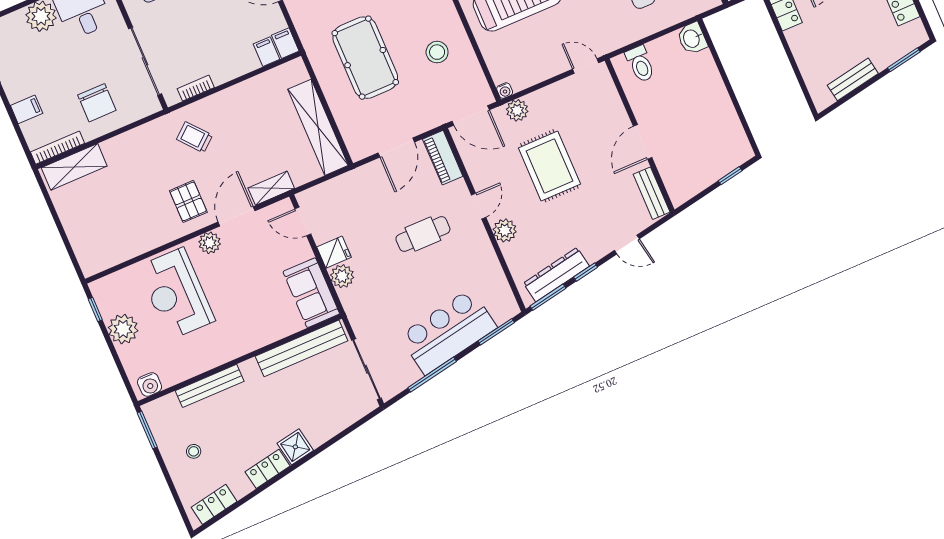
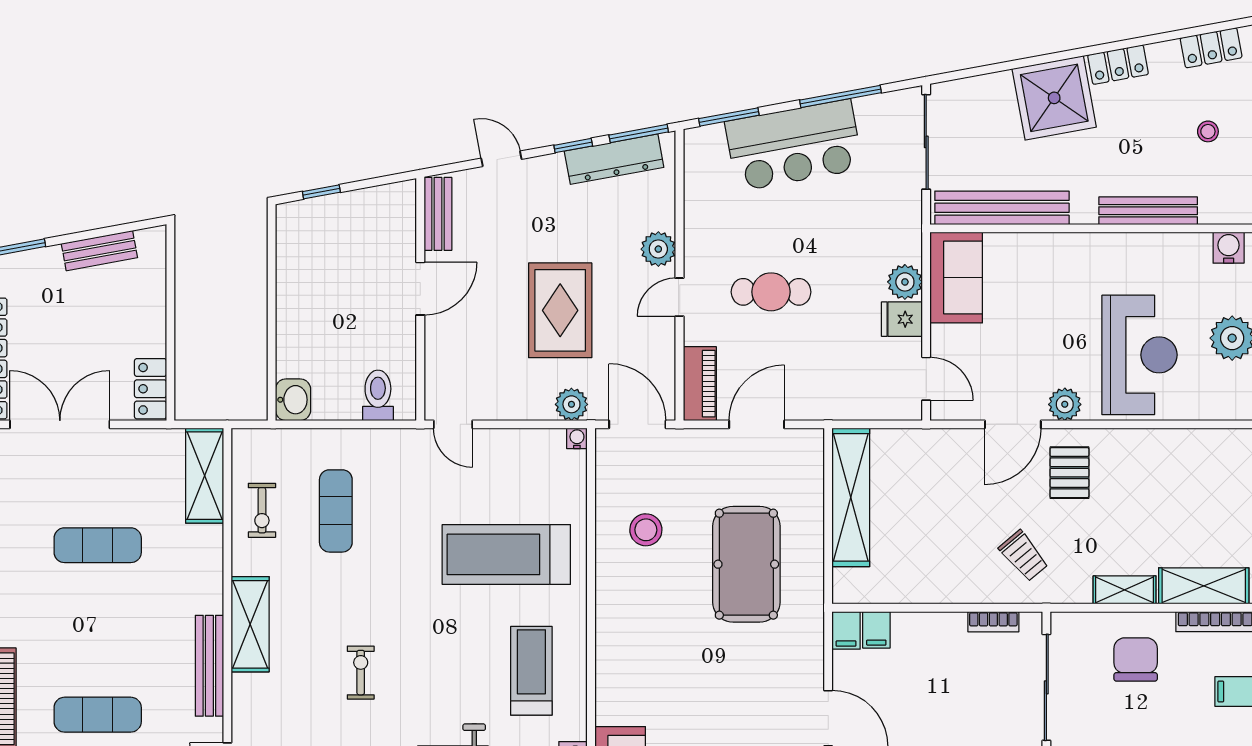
shelving: (271, 188) -> (1125, 590), moved
shower: (295, 447) -> (1054, 98), width x1.86, depth x1.86

